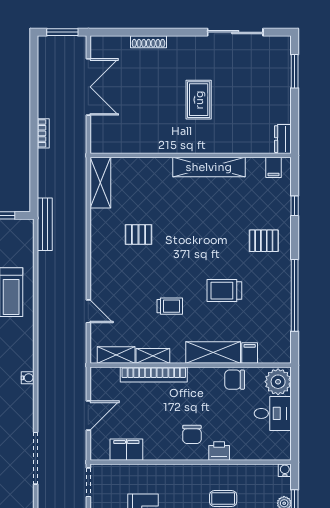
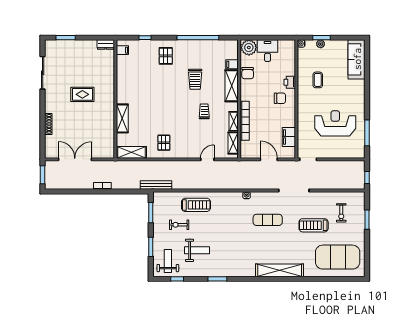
shelving: (209, 167) -> (122, 118), moved, width x0.68
pallet: (139, 234) -> (164, 143), moved

